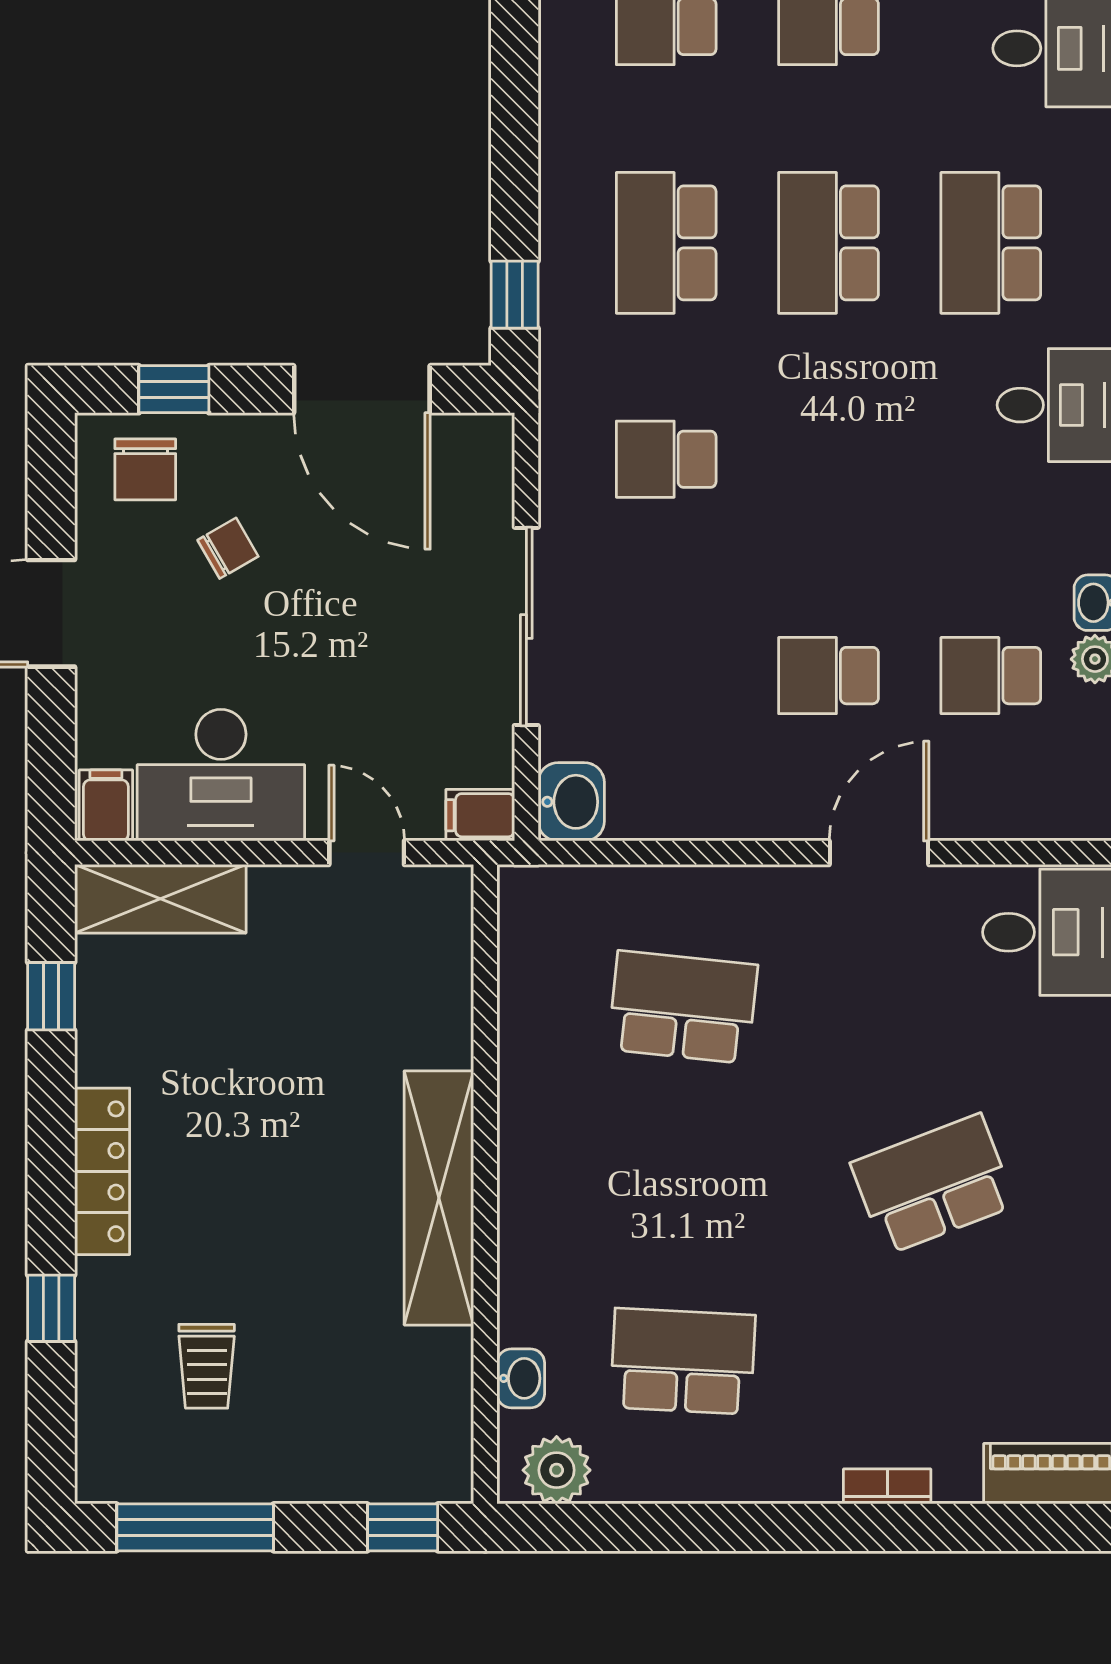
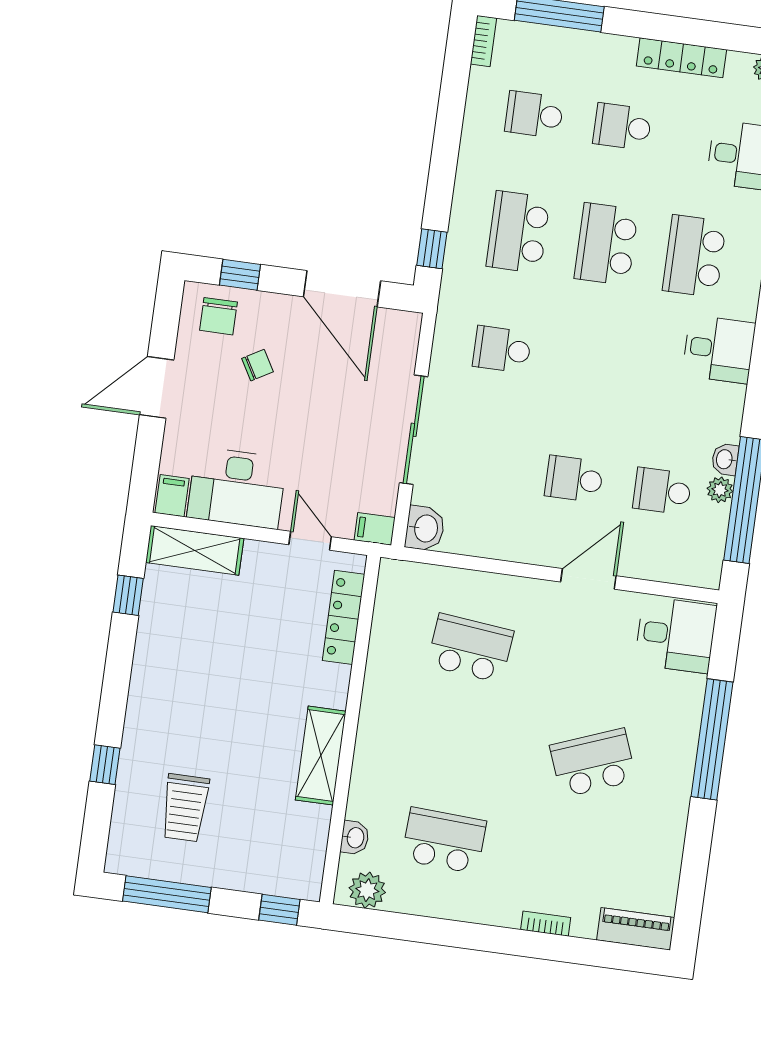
locker: (102, 1171) -> (344, 617), moved, turned 180
shelving: (439, 1198) -> (321, 756), width x0.68
trolley: (207, 1366) -> (185, 808), width x1.36, depth x1.39

